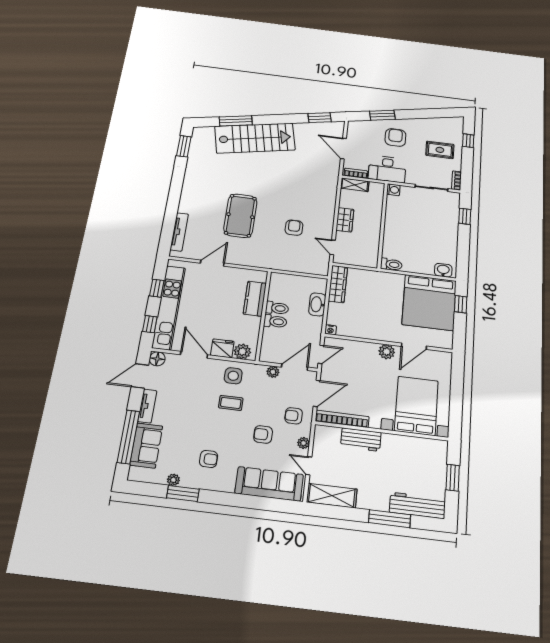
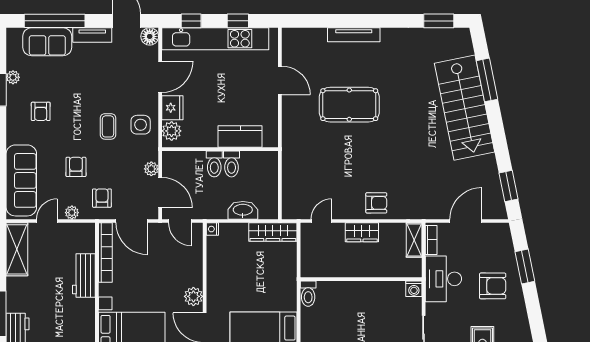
armchair: (294, 228) -> (376, 203), moved
tv unit: (179, 232) -> (354, 35), moved

